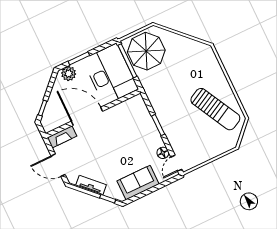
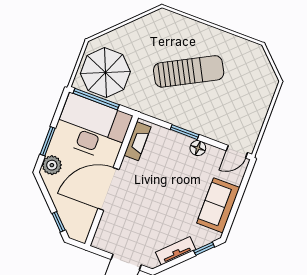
sun lounger: (215, 109) -> (189, 71), moved
fireplace: (62, 137) -> (137, 141), moved
floor lamp: (163, 153) -> (198, 148), moved
door: (176, 163) -> (237, 152), hinge flipped

